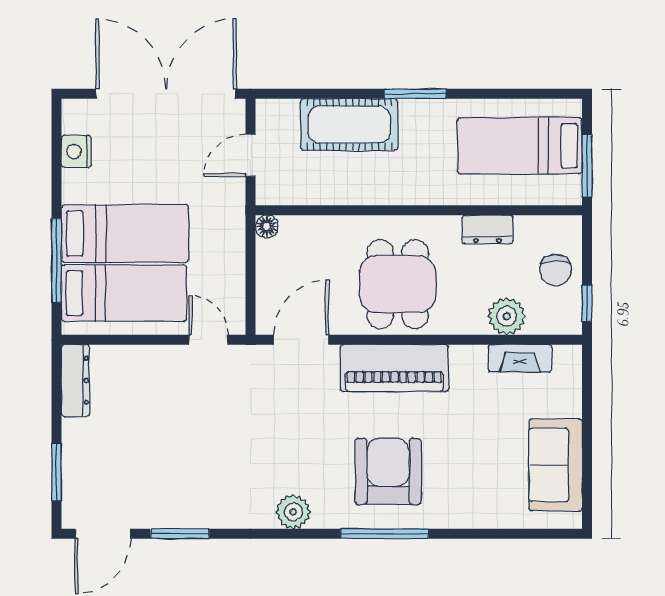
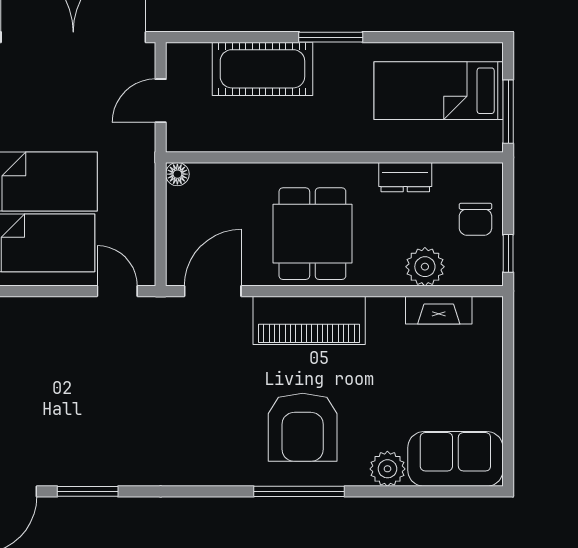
sofa: (556, 465) -> (455, 459), moved, turned 90
armchair: (388, 472) -> (303, 427), turned 180
plant: (293, 512) -> (387, 469), moved

